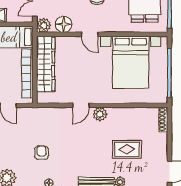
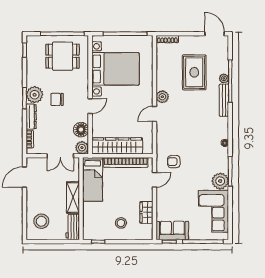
door: (81, 105) -> (154, 114), swing flipped
rug: (127, 149) -> (194, 72), width x1.36, depth x1.43
armchair: (42, 153) -> (174, 162), moved

